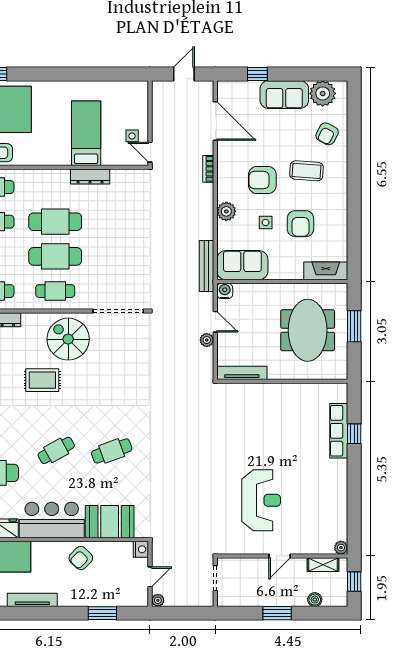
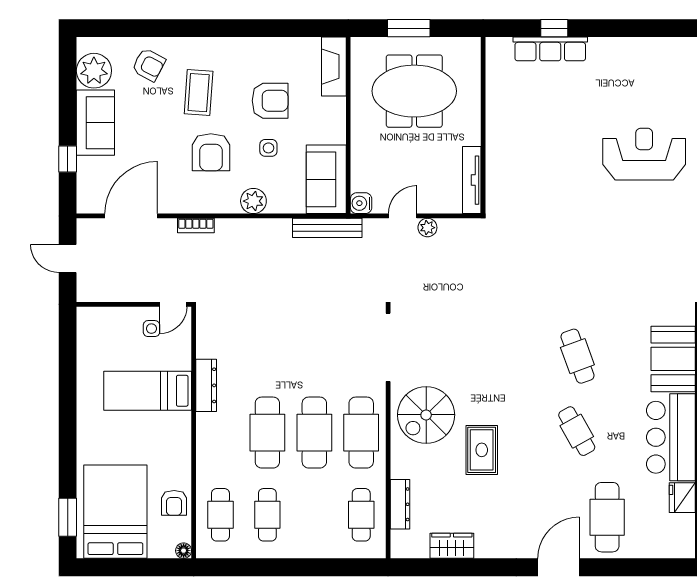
cafe table: (55, 291) -> (361, 433), width x1.37, depth x1.35

